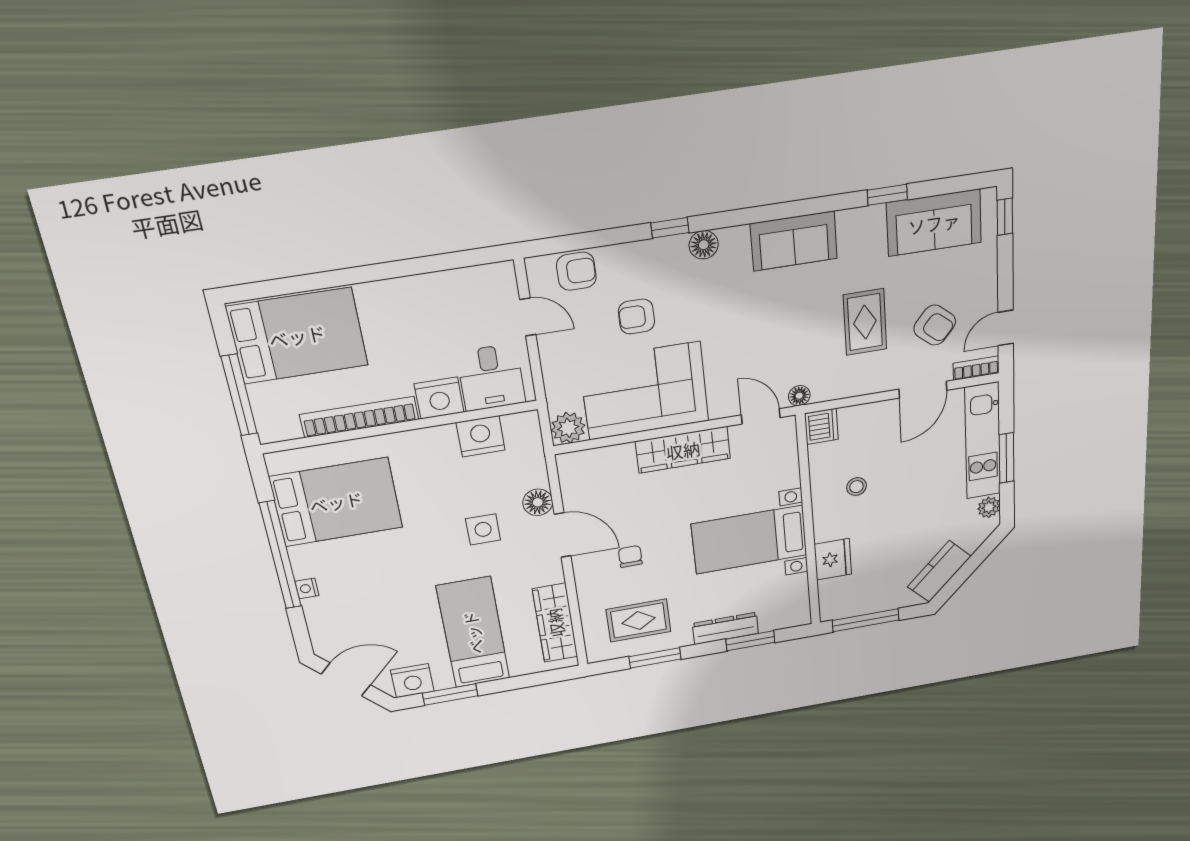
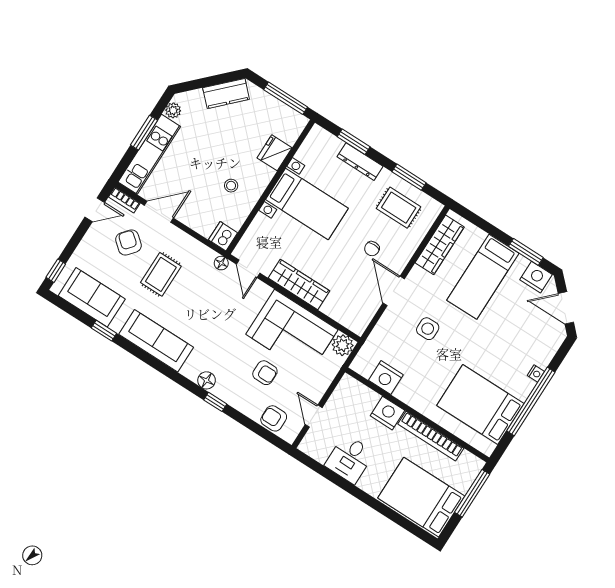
sofa: (794, 241) -> (156, 341), width x1.36
desk: (491, 377) -> (350, 459), moved, turned 180
floor lamp: (538, 502) -> (390, 319), removed

